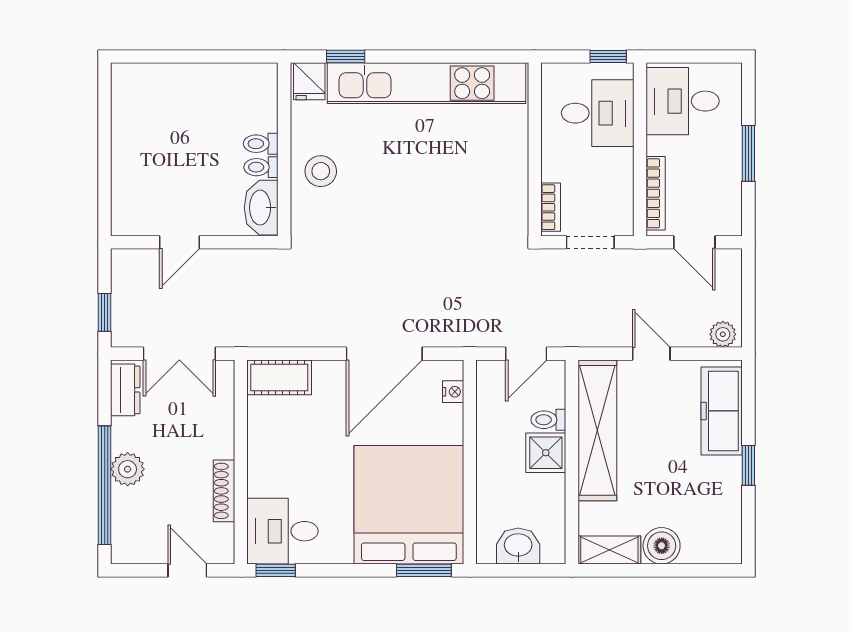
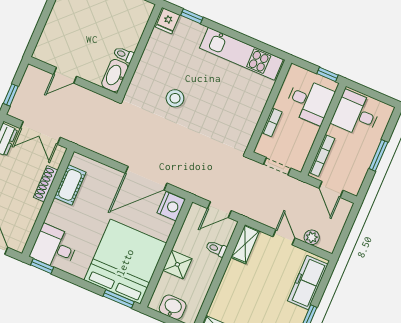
kitchen unit: (426, 83) -> (241, 54), width x0.73
toilet: (261, 144) -> (129, 42), removed
stool: (321, 171) -> (175, 98), moved
bookcase: (551, 207) -> (272, 122), moved
plant: (723, 334) -> (312, 237), moved
cot: (279, 377) -> (70, 185), moved, turned 90
nightstand: (453, 392) -> (171, 206), width x1.89, depth x1.79
shelving: (597, 430) -> (245, 244), width x0.45, depth x0.75
shower: (546, 453) -> (177, 264), moved
shoe rack: (224, 491) -> (46, 184), moved

